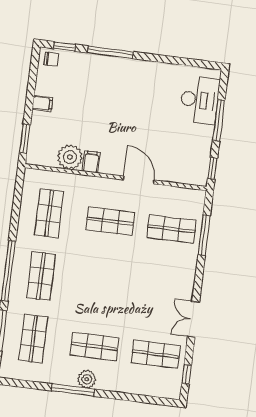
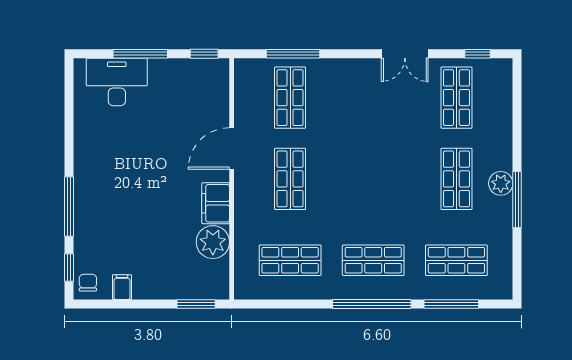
filing cabinet: (42, 103) -> (122, 287), moved
filing cabinet: (91, 162) -> (216, 203), width x2.00

